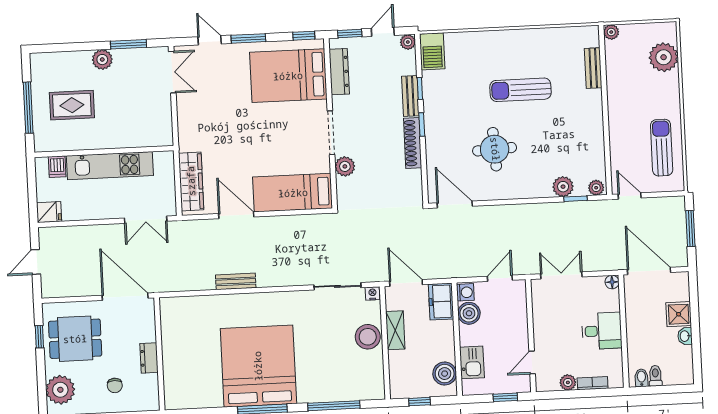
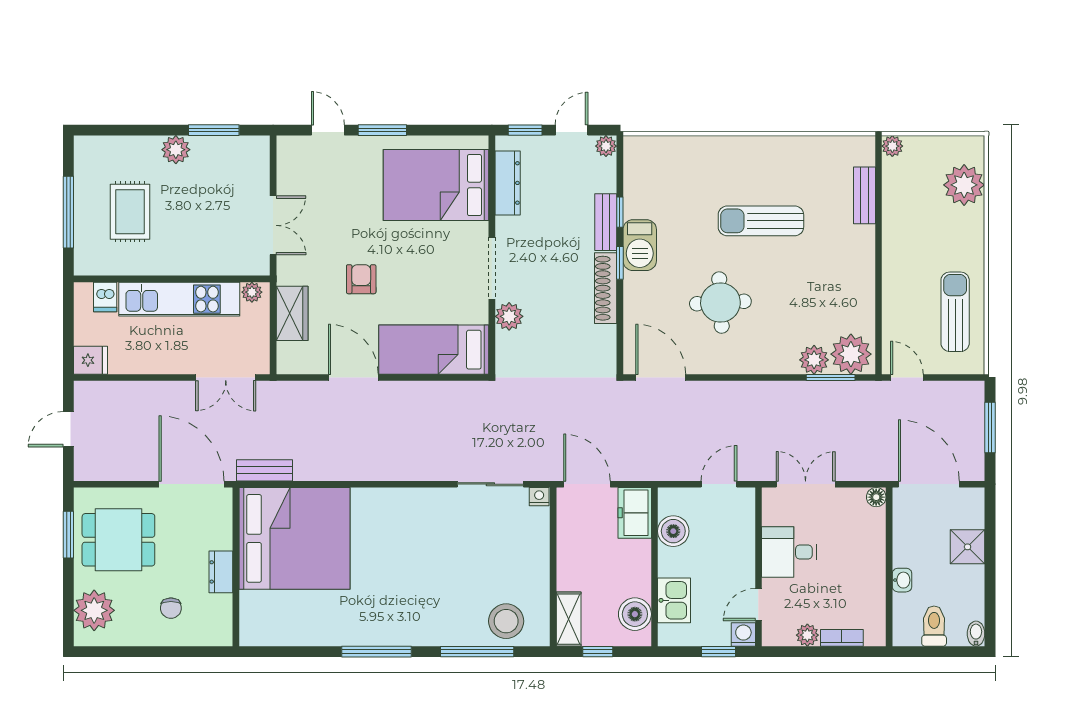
window: (304, 36) -> (460, 130), removed
barbecue: (432, 51) -> (640, 245), moved
double door: (172, 72) -> (273, 225), moved
rug: (72, 105) -> (130, 212), turned 90
armchair: (238, 145) -> (361, 279), added
plant: (161, 158) -> (252, 292), added
wardrobe: (191, 181) -> (292, 313), width x0.67
plant: (596, 188) -> (851, 354), width x1.87, depth x1.87
window: (575, 199) -> (831, 378), width x1.50
bench: (236, 281) -> (265, 470), moved
washing machine: (465, 292) -> (743, 634), moved, turned -90
shelving: (395, 330) -> (569, 619), moved
desk: (602, 331) -> (789, 552), moved, turned 180
washbasin: (685, 336) -> (902, 580), moved, turned 180
window: (39, 337) -> (68, 535), width x1.50
stool: (368, 337) -> (506, 621), moved
bed: (258, 366) -> (295, 538), moved, turned 90
toilet: (655, 376) -> (934, 626), width x1.37, depth x1.39
bidet: (641, 378) -> (976, 634), moved

